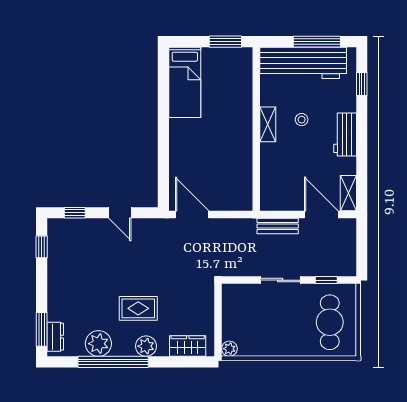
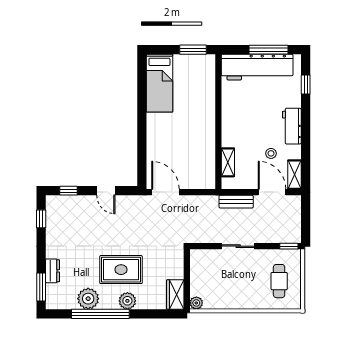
stool: (302, 120) -> (271, 153), moved
shelving: (268, 124) -> (228, 162), moved
window: (326, 280) -> (289, 246), moved
rug: (138, 308) -> (121, 270), width x1.36, depth x1.43
cafe table: (330, 322) -> (279, 281), width x0.73, depth x0.74
dresser: (55, 337) -> (53, 271), moved
wardrobe: (188, 346) -> (175, 294), moved, turned -90

